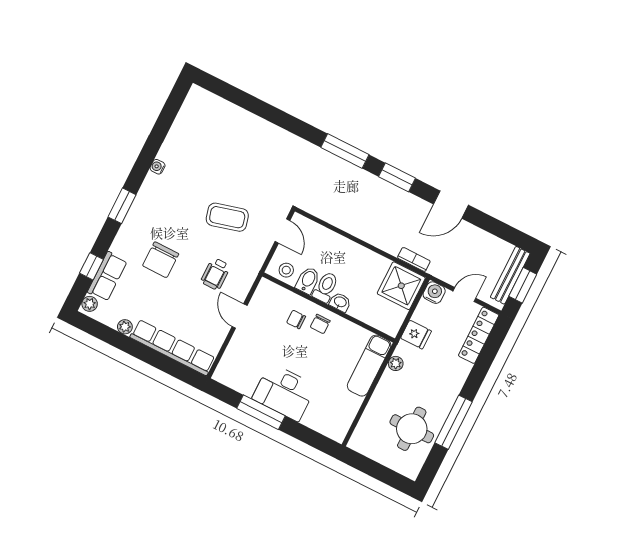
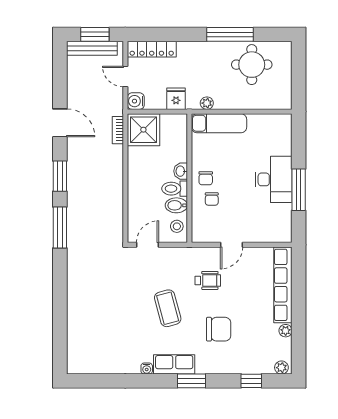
coffee table: (227, 217) -> (168, 308), moved
row of seats: (107, 277) -> (174, 364), moved
chair: (320, 324) -> (206, 178), turned 90

